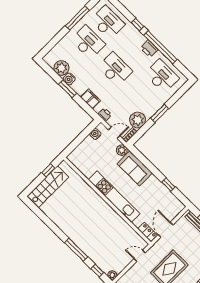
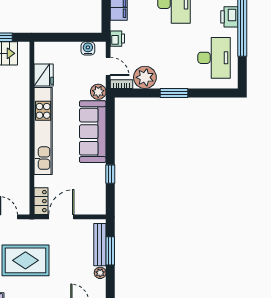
sofa: (135, 168) -> (93, 132), width x1.36
fridge: (87, 169) -> (44, 75), added

